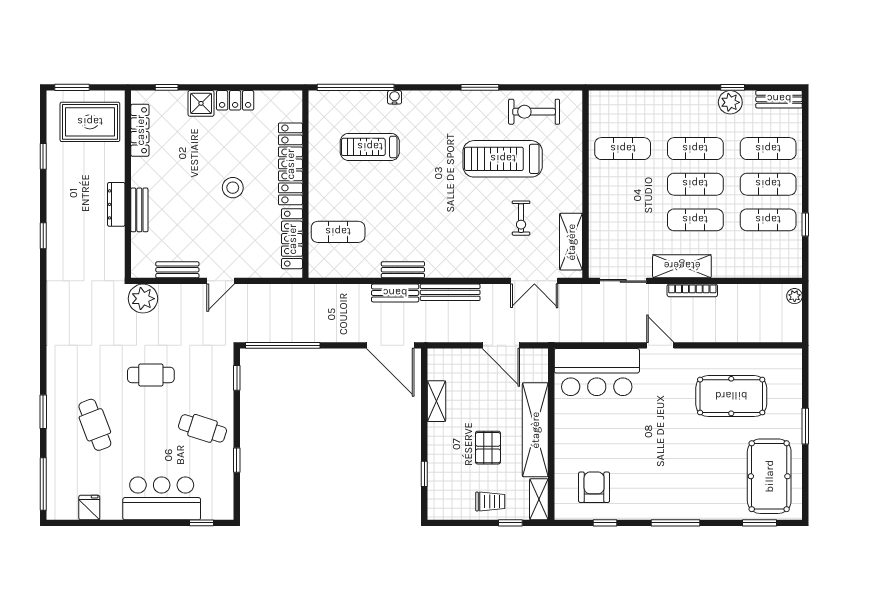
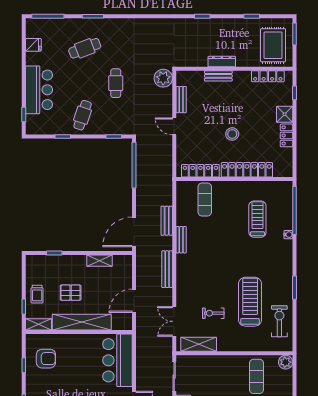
plant: (600, 102) -> (286, 362), added
bench: (395, 293) -> (167, 221), moved

